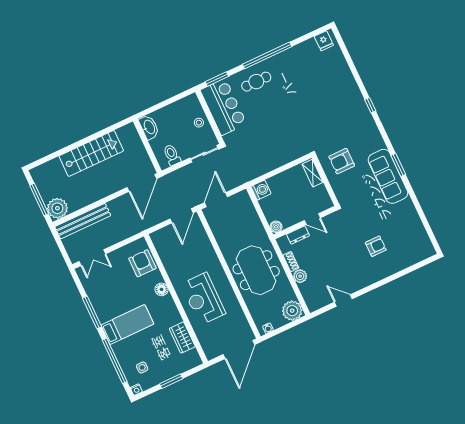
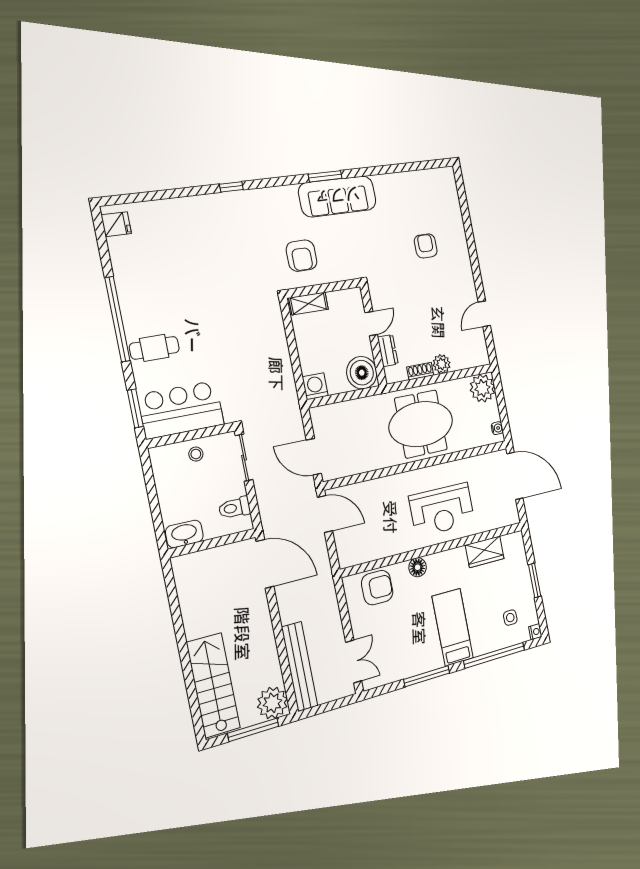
cafe table: (256, 82) -> (154, 348), turned 90
stairs: (91, 153) -> (213, 685), moved
boiler: (276, 227) -> (362, 373), width x1.86, depth x1.86
armchair: (142, 263) -> (377, 588), turned 180

